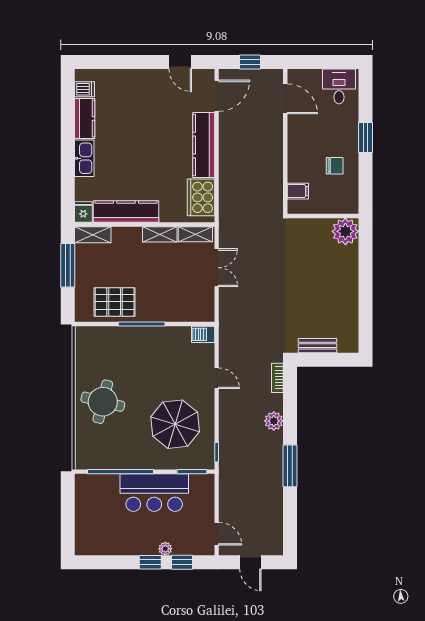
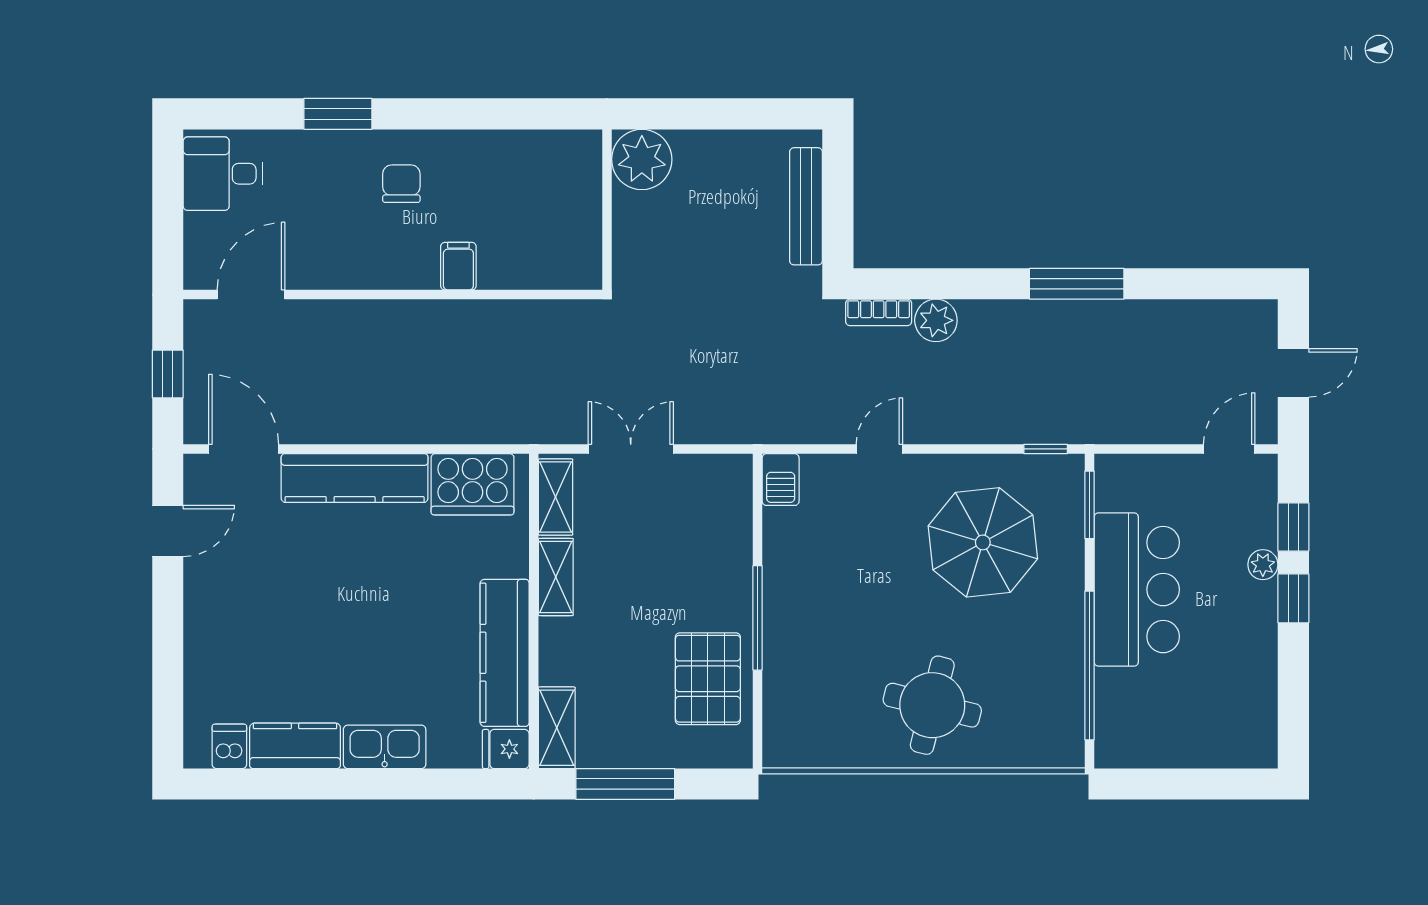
wall: (323, 216) -> (607, 210), moved
plant: (345, 231) -> (642, 159), moved
bench: (318, 346) -> (806, 206), width x1.36
plant: (274, 421) -> (936, 320), moved

